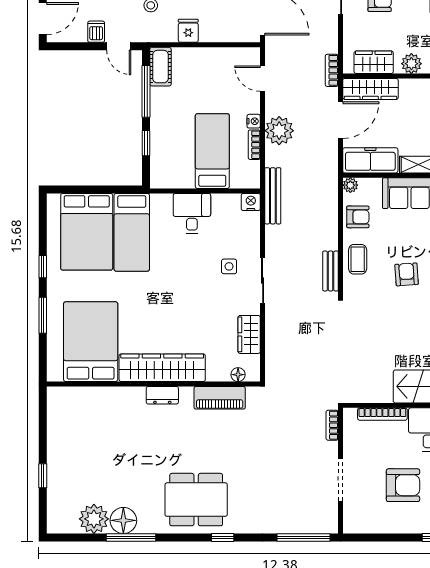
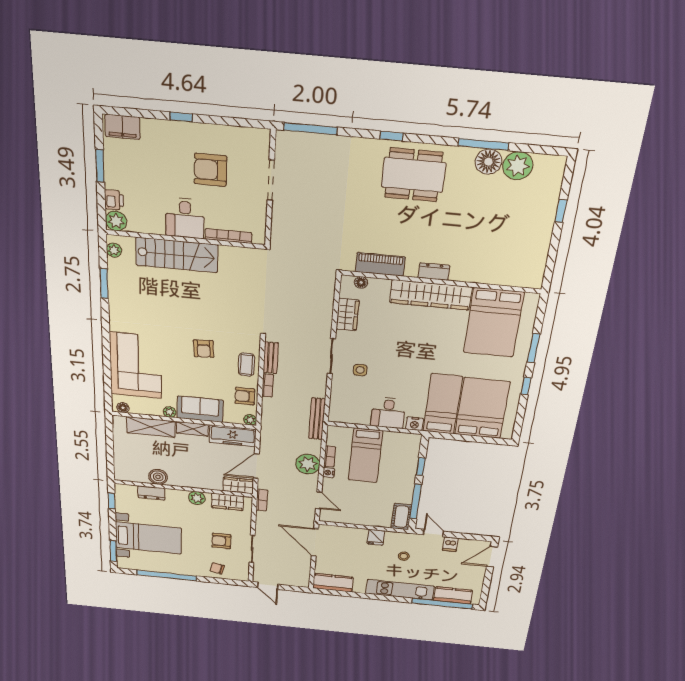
wardrobe: (370, 89) -> (238, 485), width x0.67
nightstand: (251, 202) -> (415, 424), moved
bookcase: (332, 425) -> (268, 385), moved

